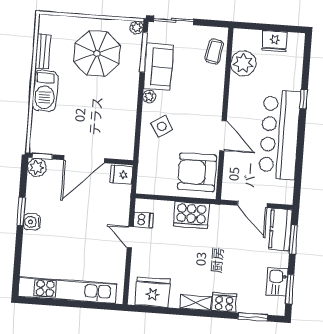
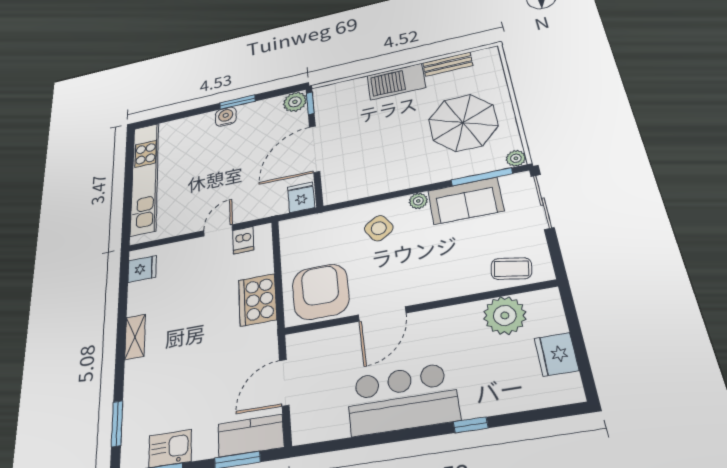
bar counter: (280, 135) -> (402, 399), width x0.73
door: (84, 159) -> (315, 149), hinge flipped
fridge: (153, 292) -> (142, 269), width x0.53, depth x0.75
cooker: (224, 302) -> (137, 377), removed

